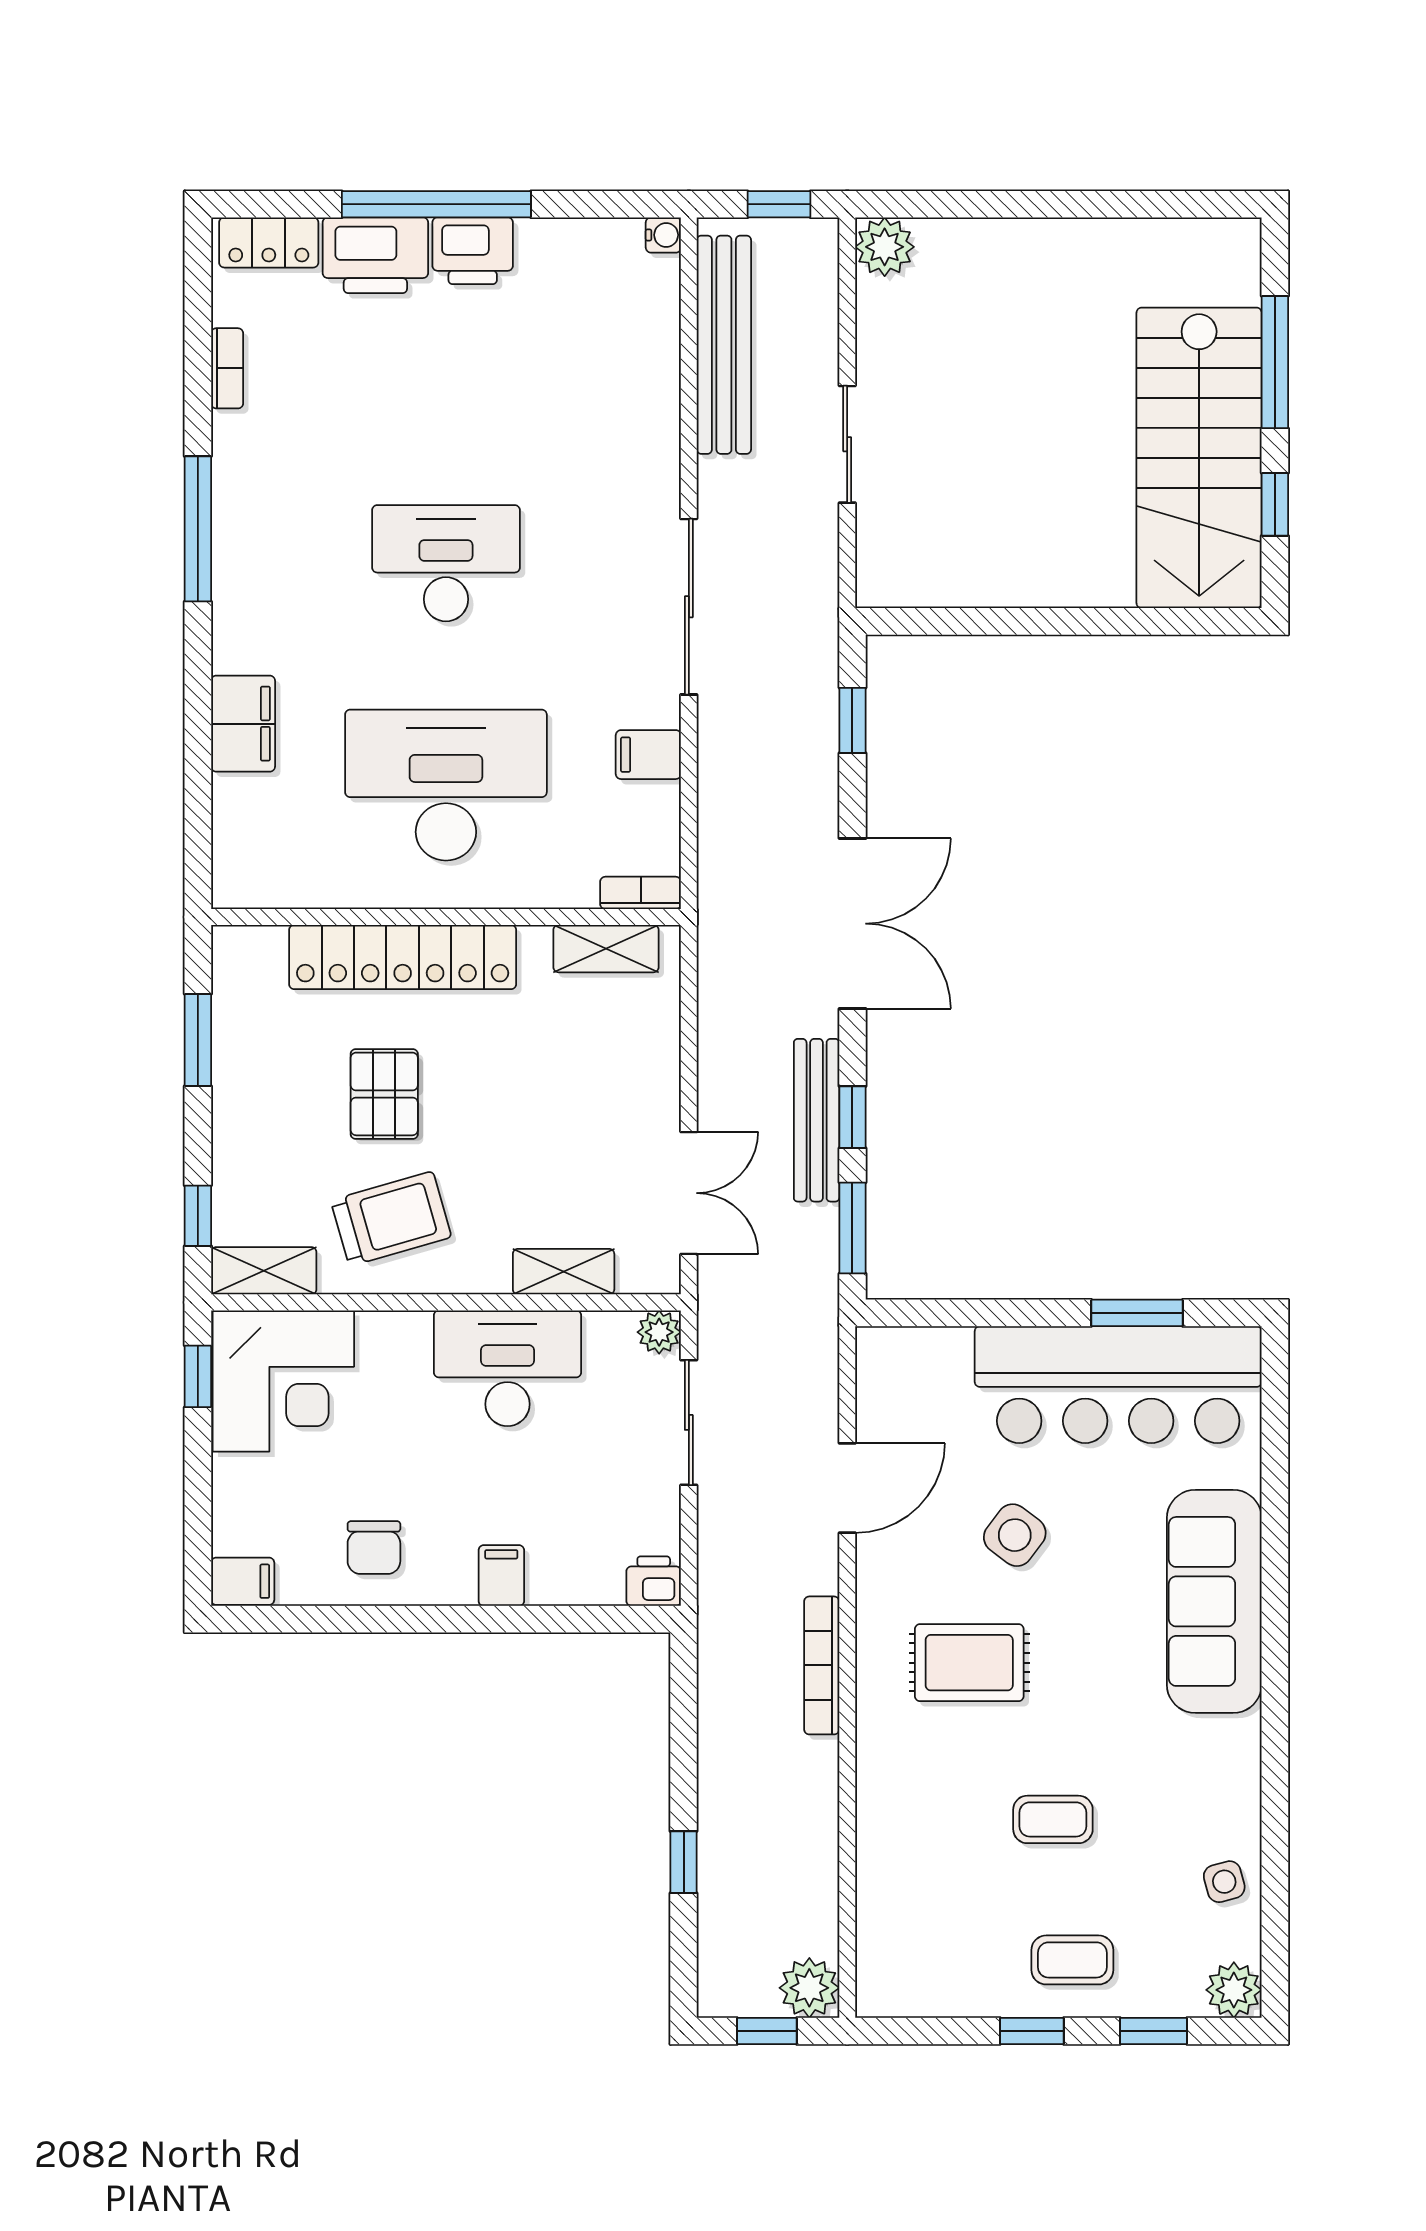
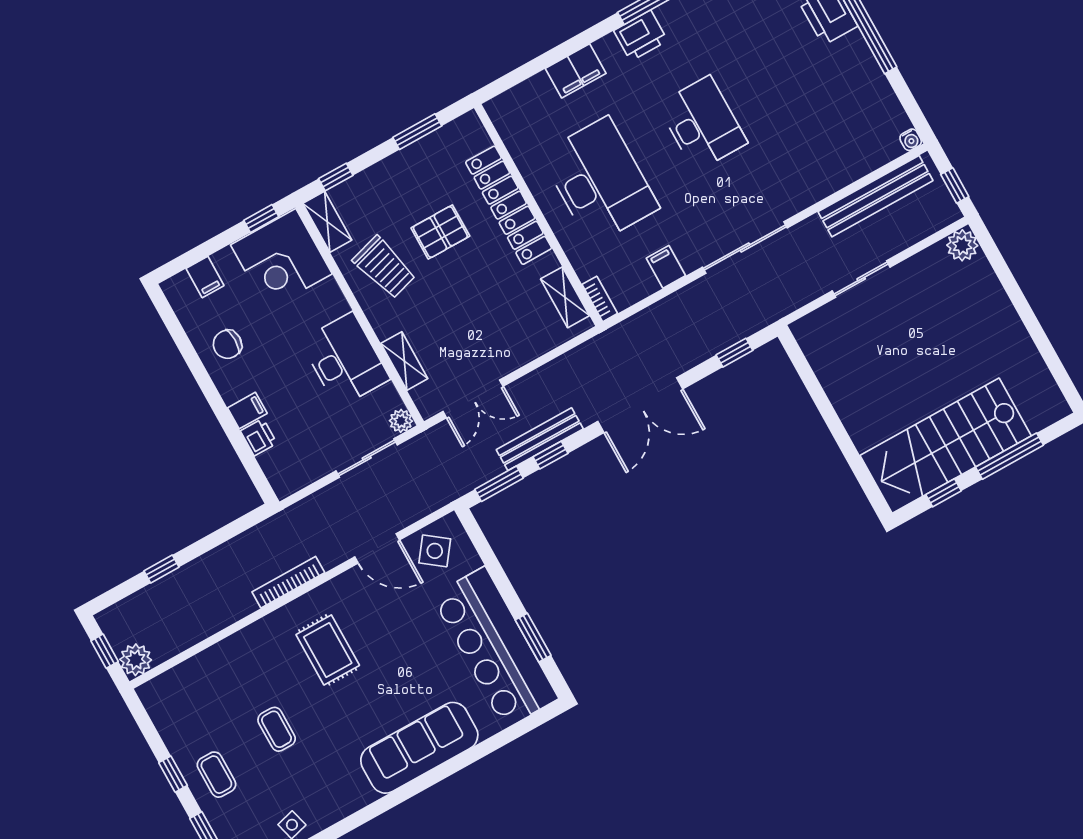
printer: (473, 251) -> (641, 36), moved, turned -90
side table: (1015, 1535) -> (435, 551), moved
filing cabinet: (243, 1581) -> (205, 277), moved
printer: (654, 1581) -> (259, 437), moved

